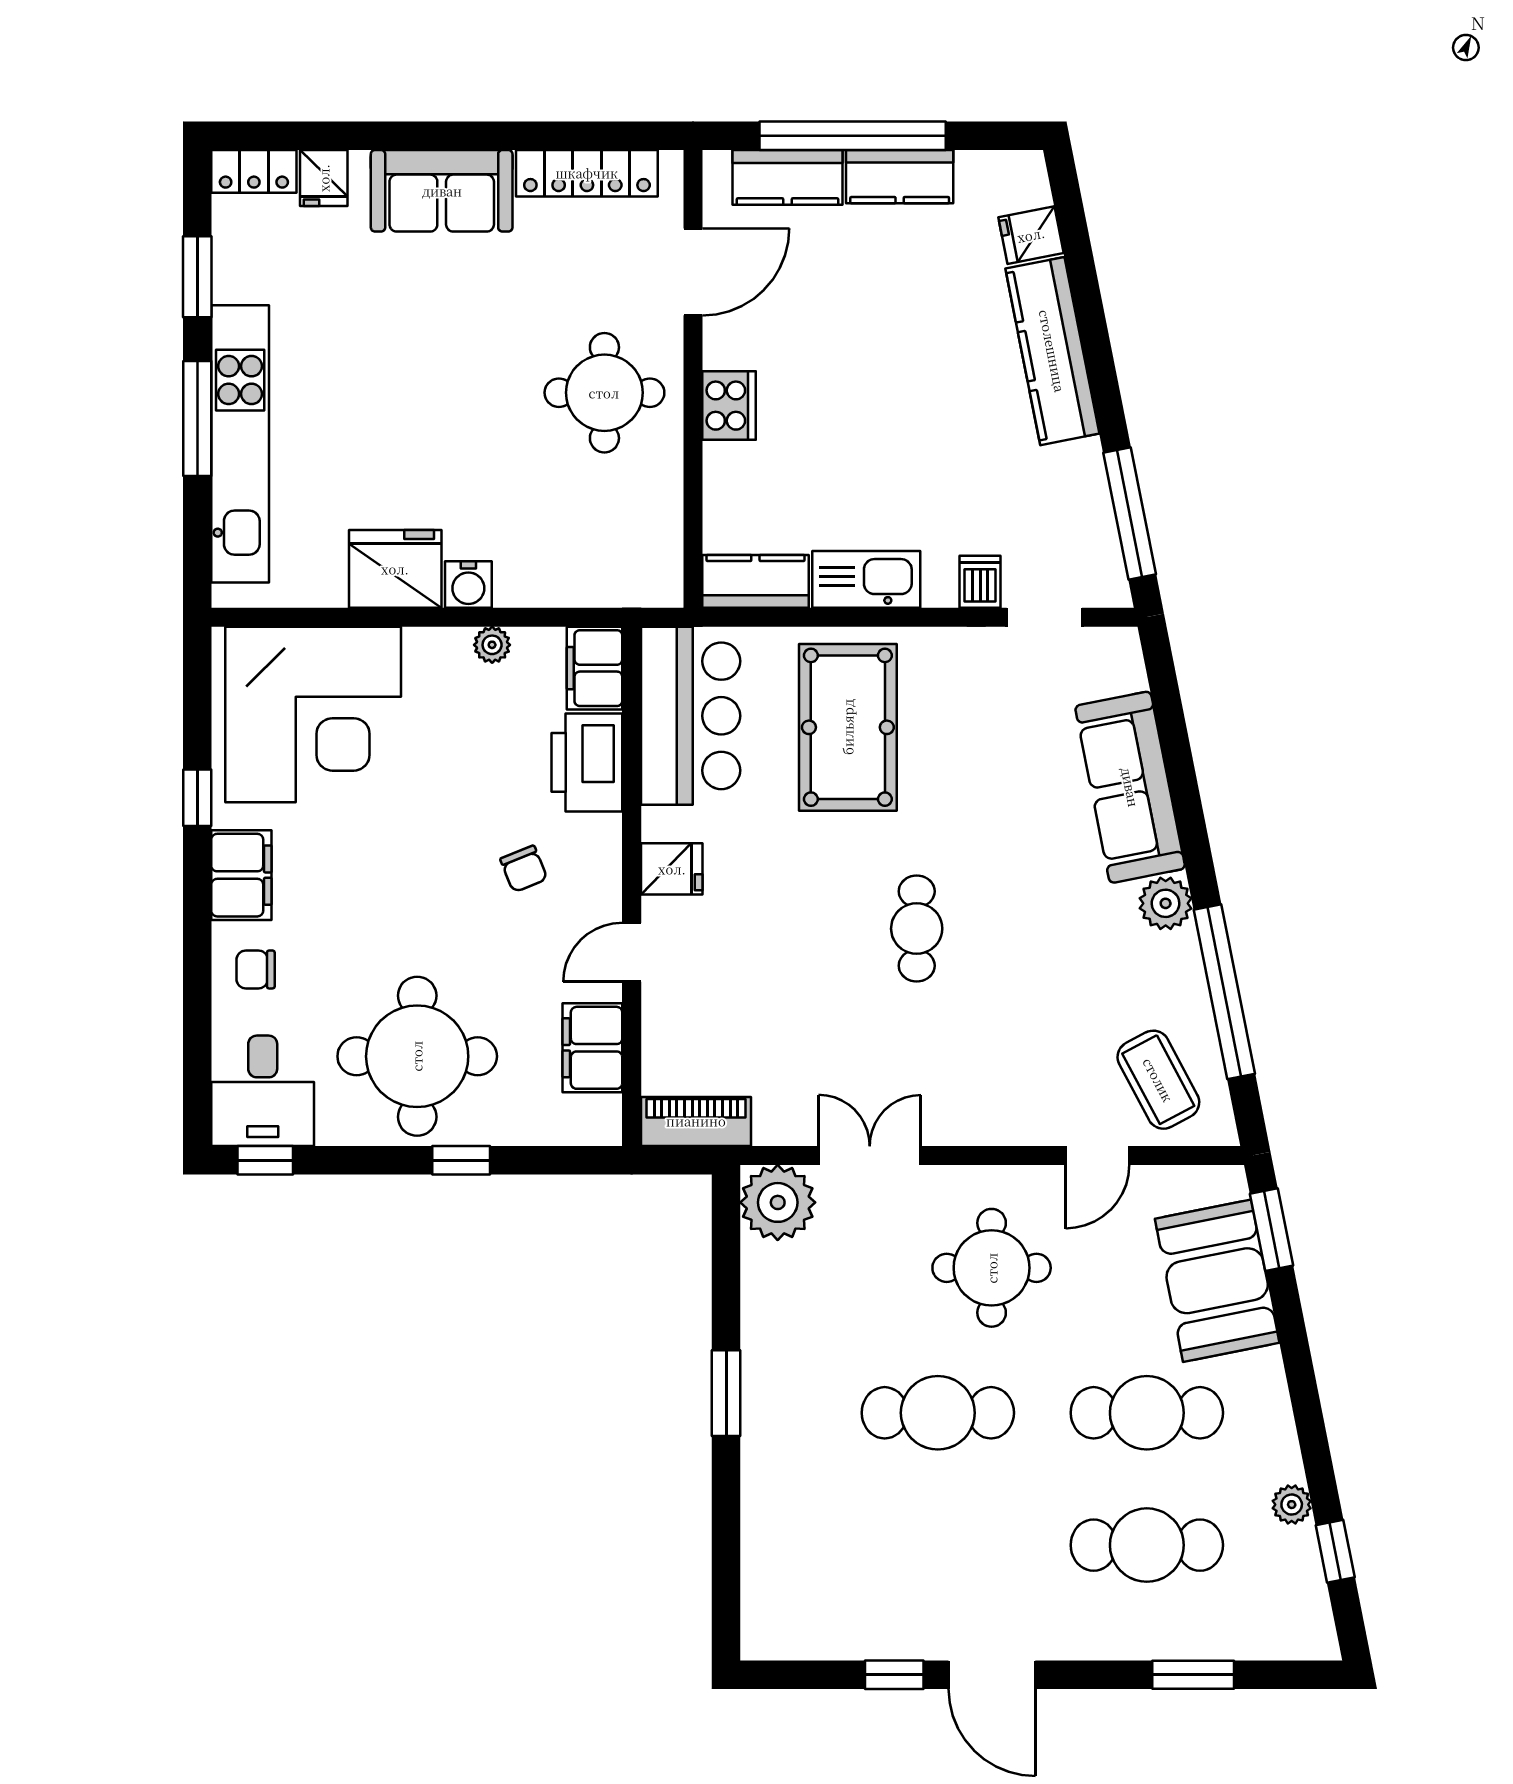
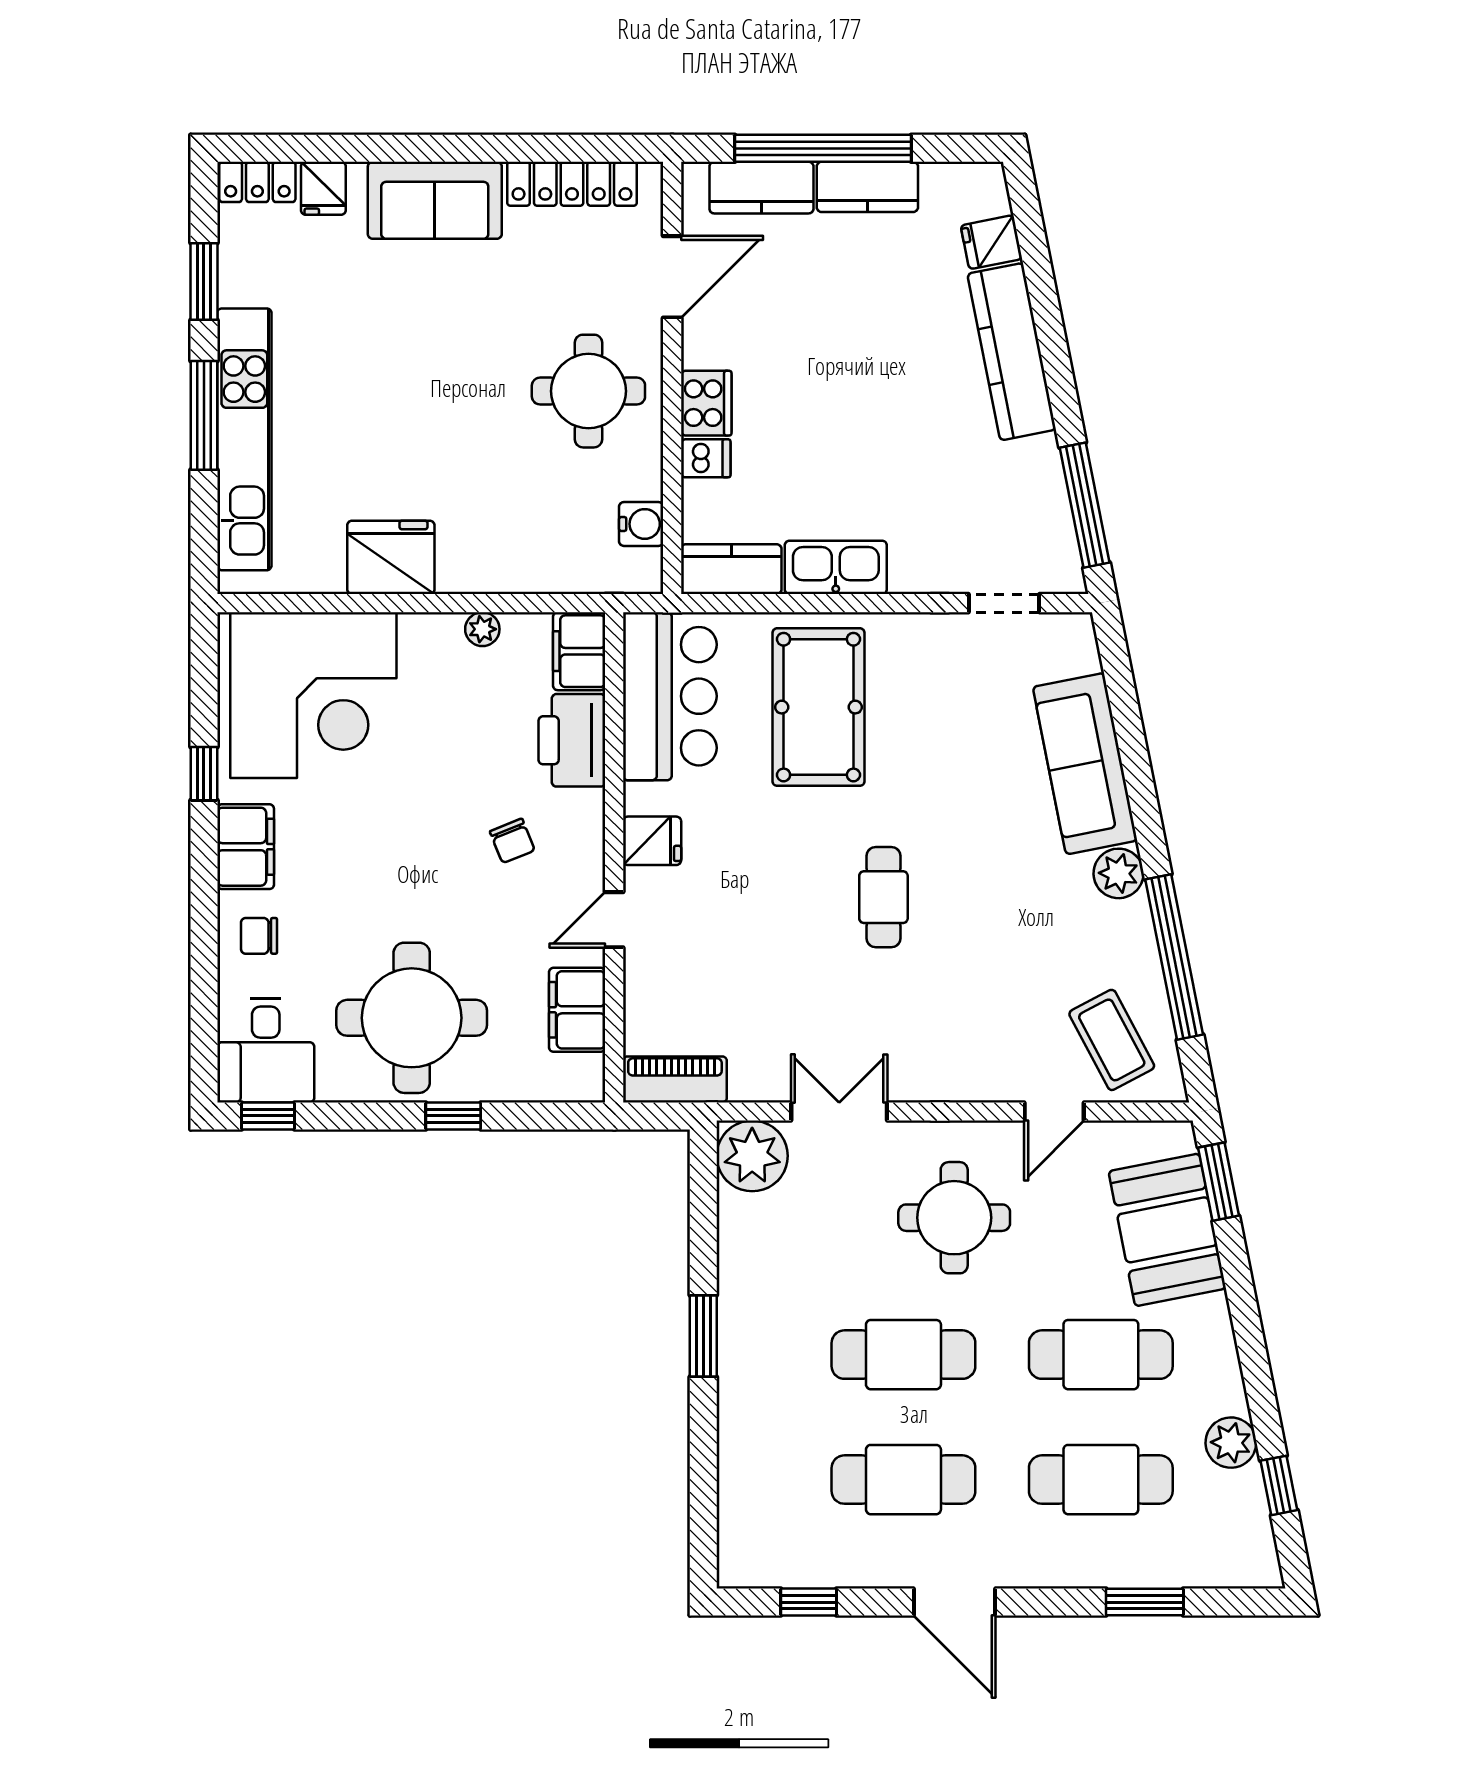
dishwasher: (980, 582) -> (706, 458), moved, turned 90
water cooler: (468, 585) -> (641, 524), moved, turned -90
plant: (1292, 1505) -> (1231, 1443), width x1.38, depth x1.38
cafe table: (938, 1545) -> (903, 1480), added
window: (894, 1675) -> (809, 1602), moved

